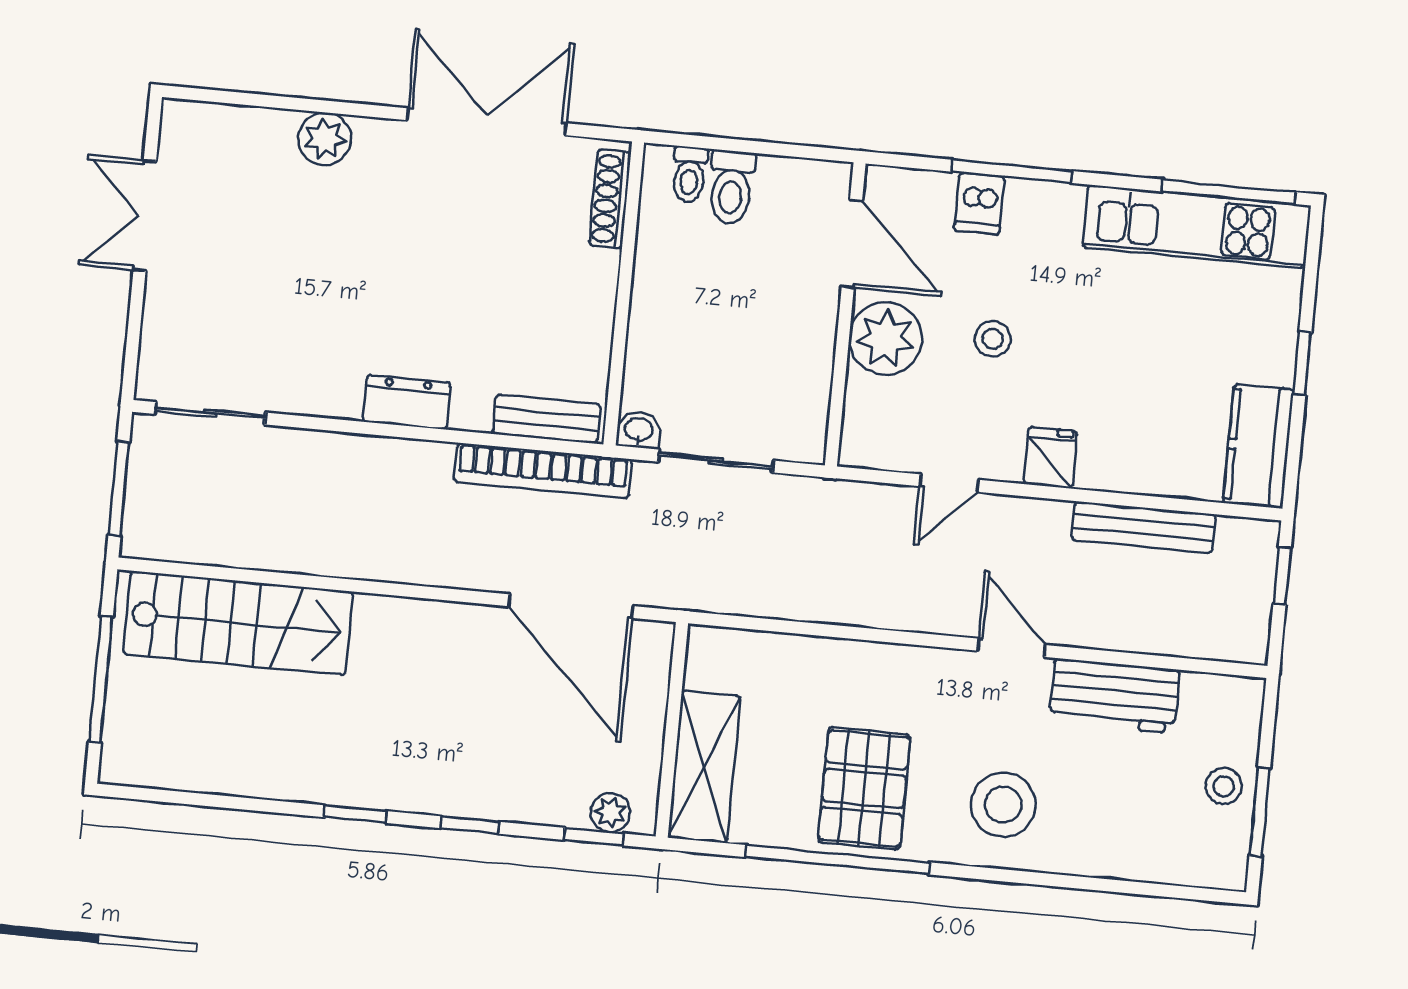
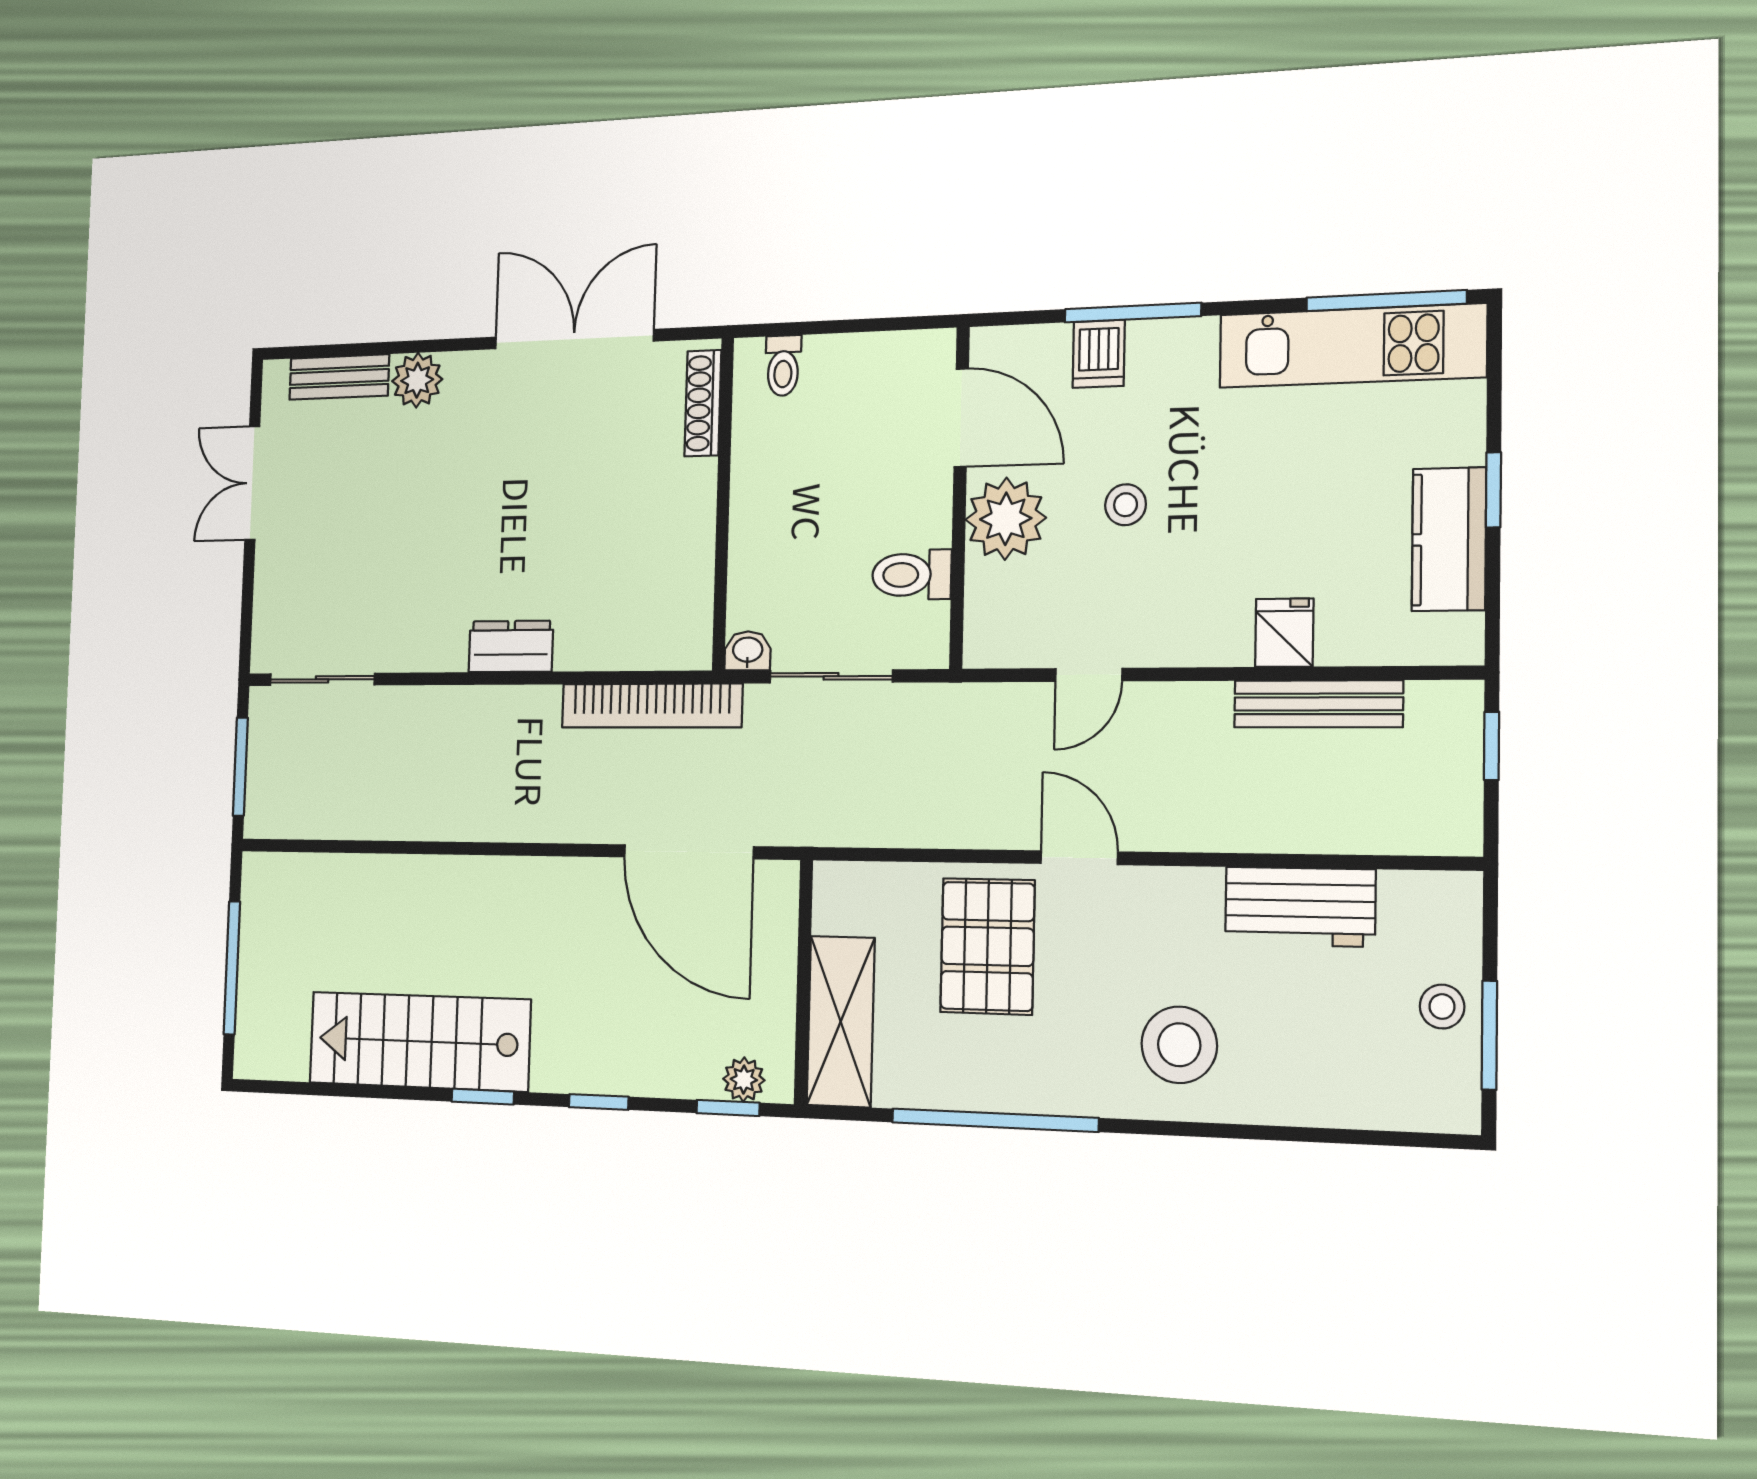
toilet: (731, 187) -> (912, 575), moved, turned 90
bench: (547, 419) -> (339, 377), moved
kitchen counter: (1258, 446) -> (1449, 539), moved
fridge: (1051, 458) -> (1284, 633), moved
stairs: (238, 623) -> (419, 1041), moved, turned 180
door: (1012, 648) -> (1079, 858), moved
pallet: (864, 788) -> (987, 946), moved

